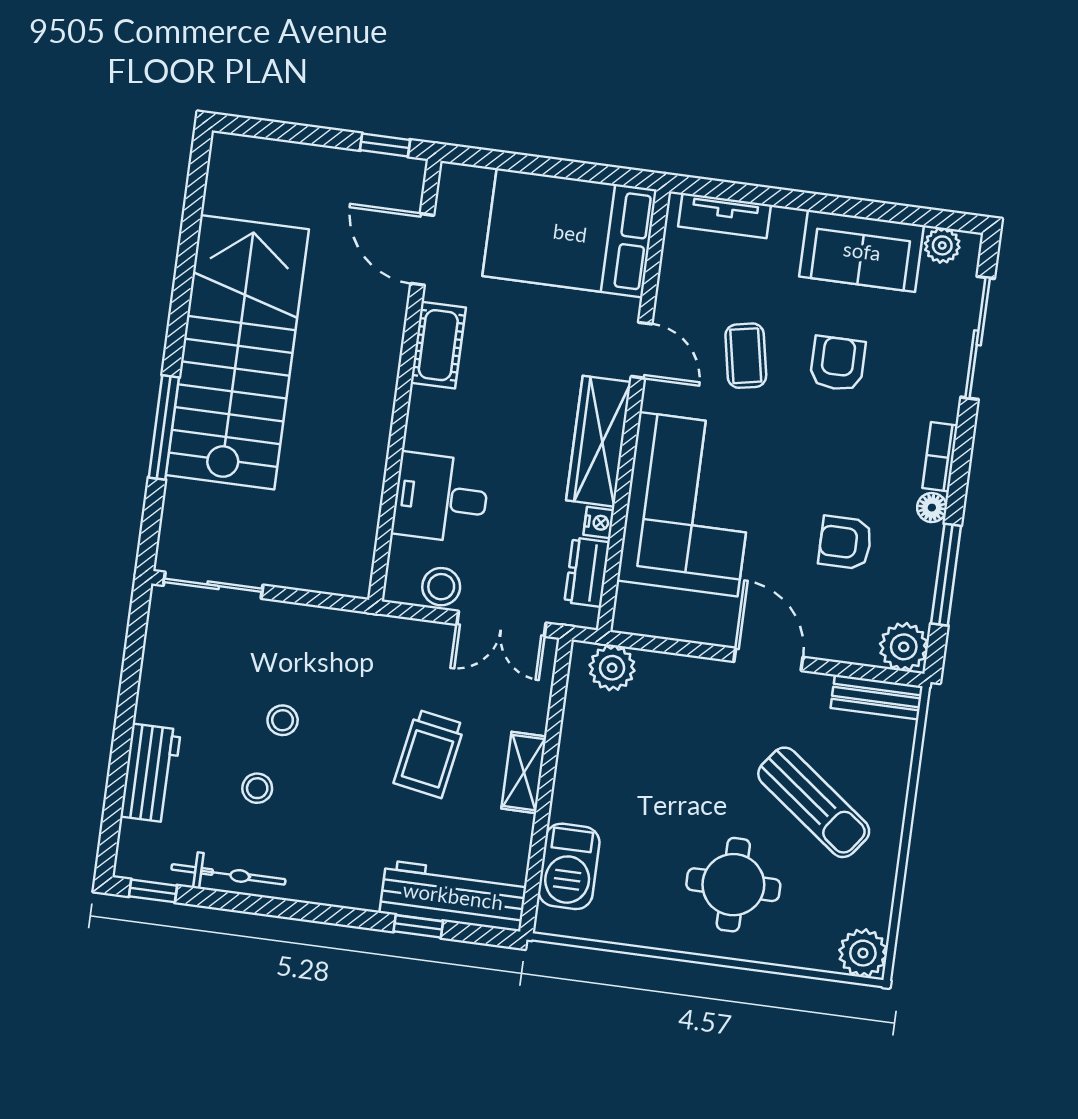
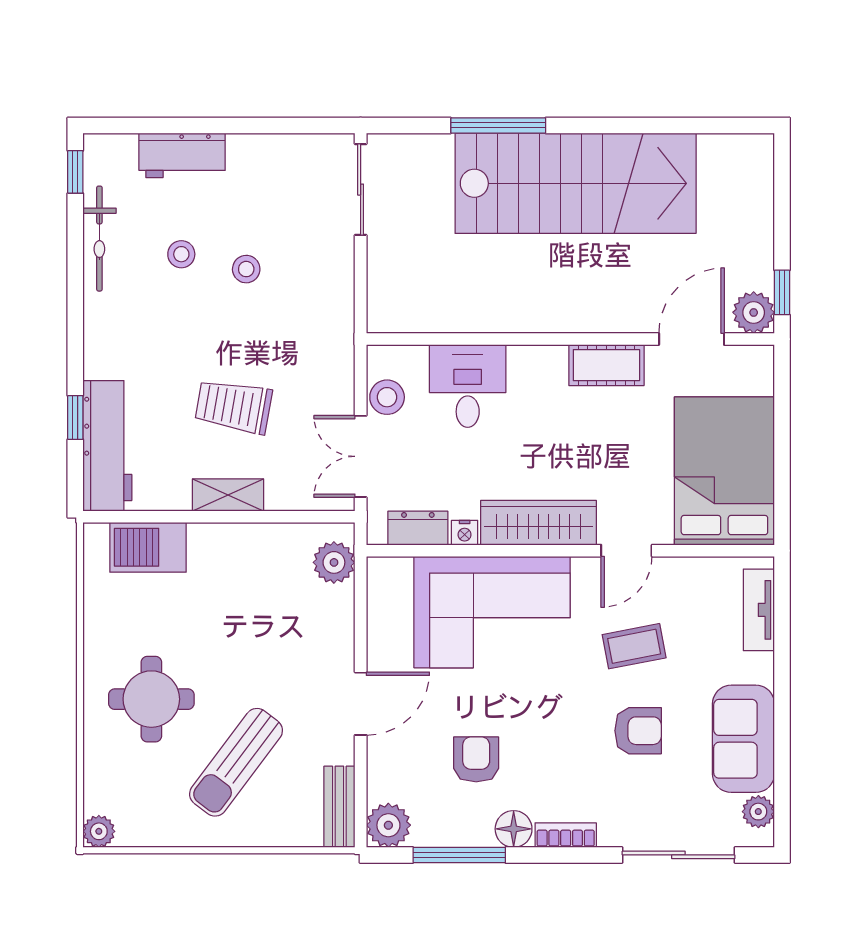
plant: (403, 179) -> (754, 312), added
floor lamp: (932, 508) -> (514, 829), width x1.37, depth x1.37
plant: (863, 953) -> (99, 831), width x0.73, depth x0.73

